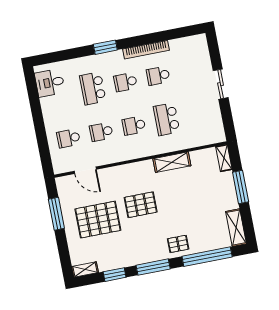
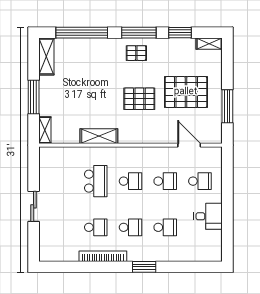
desk: (50, 83) -> (208, 216), moved
school desk: (93, 88) -> (165, 227), width x0.54
pallet: (178, 244) -> (136, 53), moved

